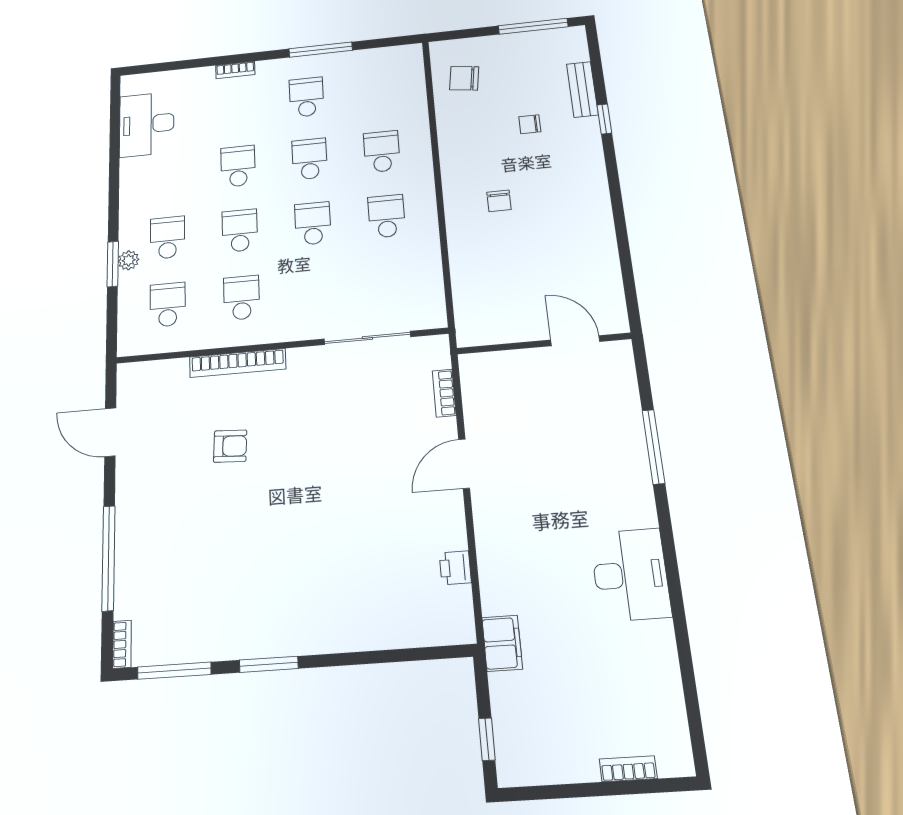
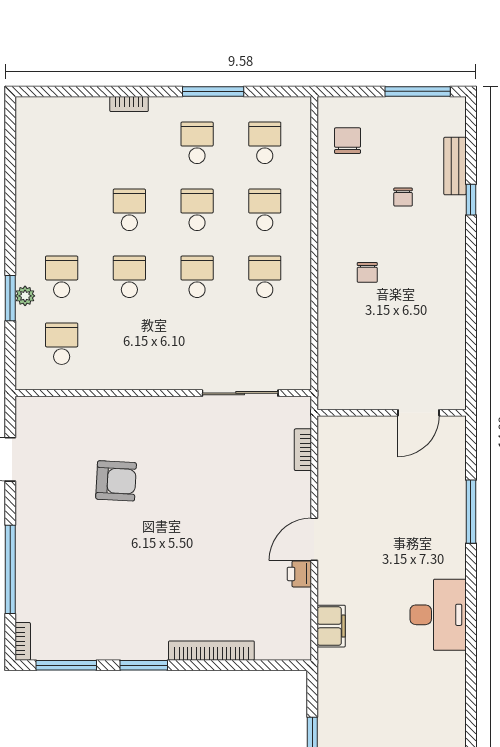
chair: (464, 78) -> (348, 141), turned 82
desk: (147, 124) -> (42, 154), removed
chair: (530, 124) -> (403, 197), turned -90
school desk: (242, 298) -> (265, 143), moved
door: (575, 341) -> (419, 413), swing flipped
bookcase: (238, 363) -> (211, 651), moved, turned 180
armchair: (230, 446) -> (116, 481), width x1.38, depth x1.38
door: (464, 464) -> (314, 539), moved
printer: (455, 568) -> (299, 574), moved
filing cabinet: (502, 643) -> (331, 626), moved

